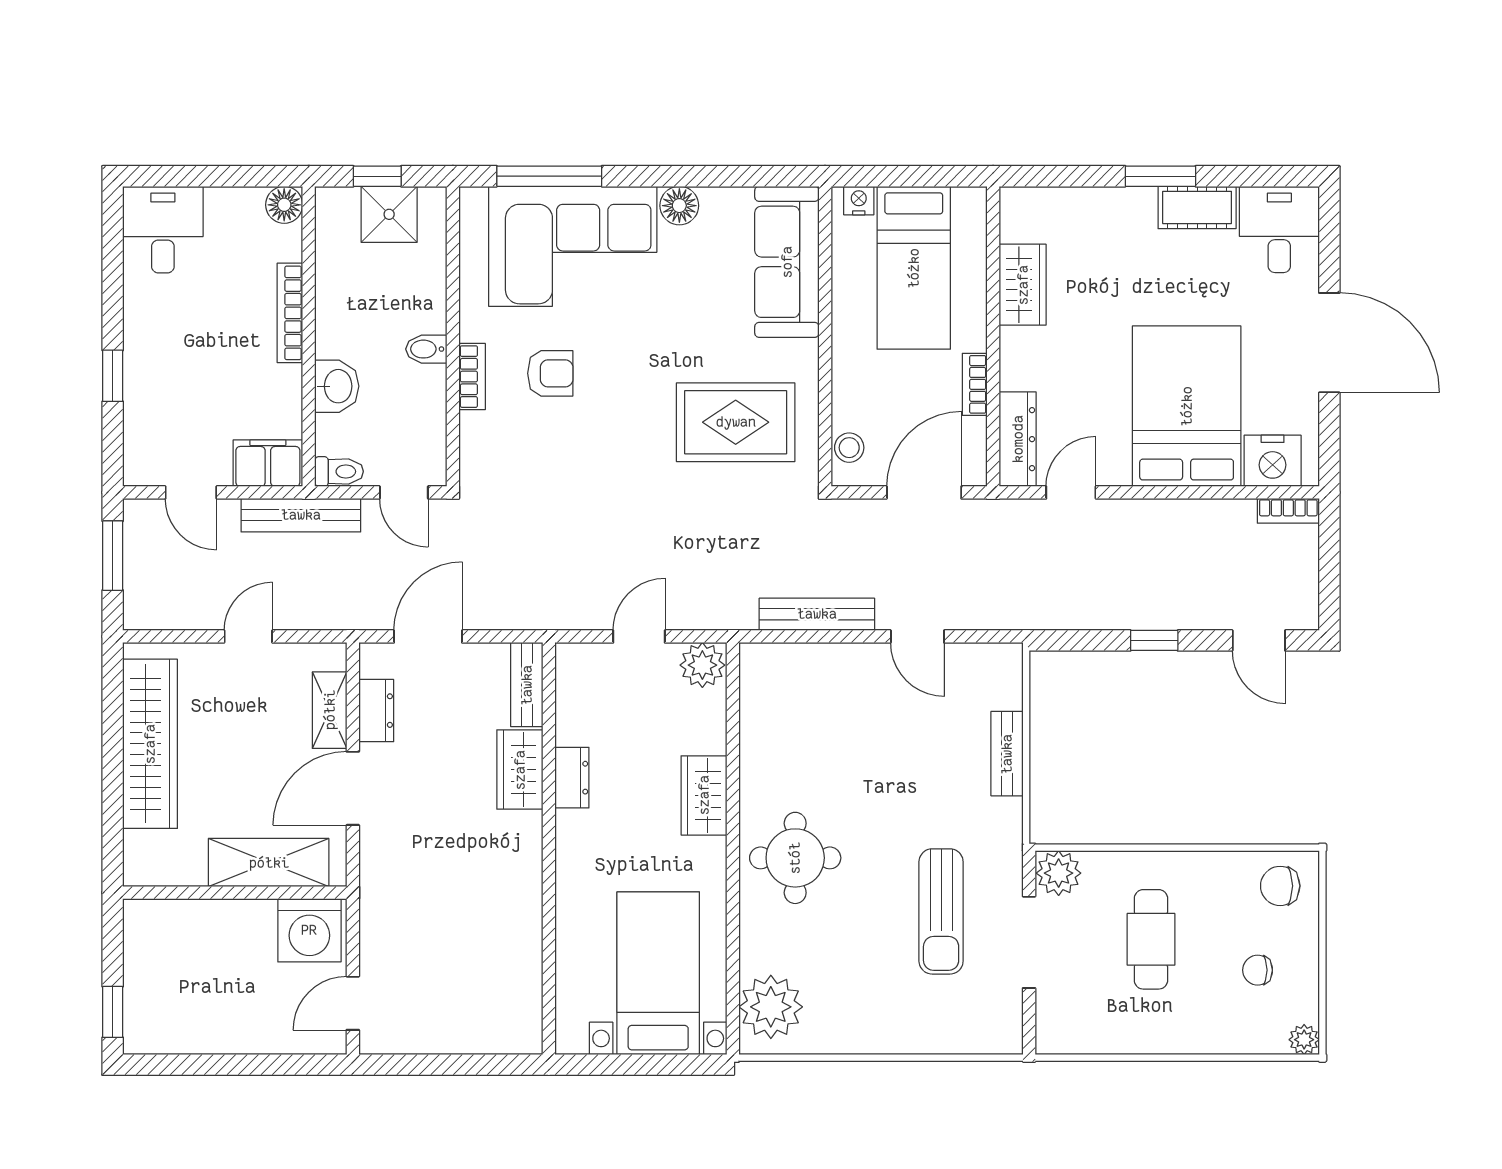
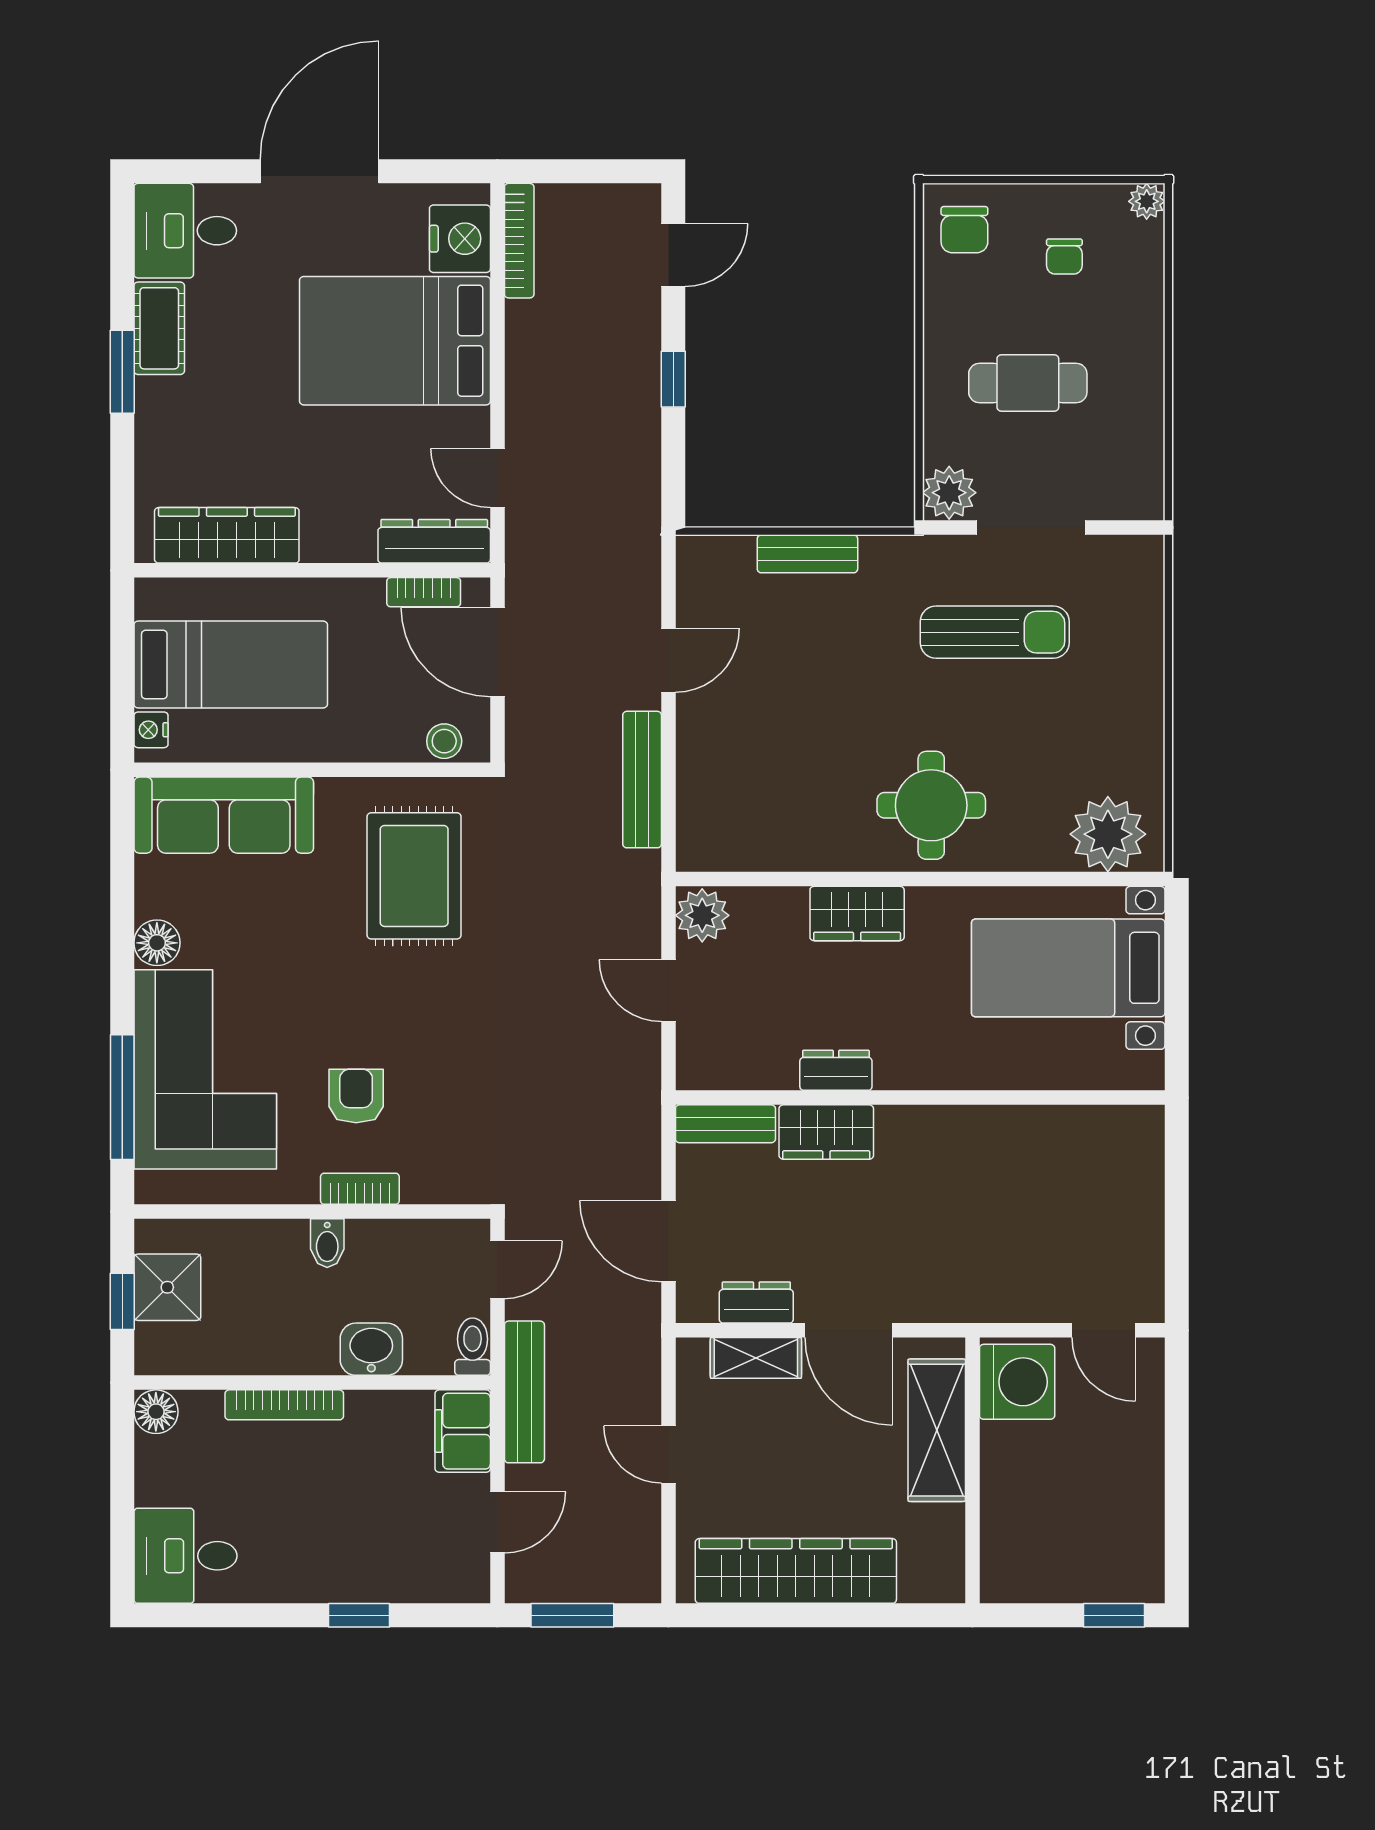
wardrobe: (1023, 285) -> (227, 535), width x1.50
bookcase: (975, 384) -> (424, 592), moved
bookcase: (1288, 511) -> (519, 241), width x1.56

